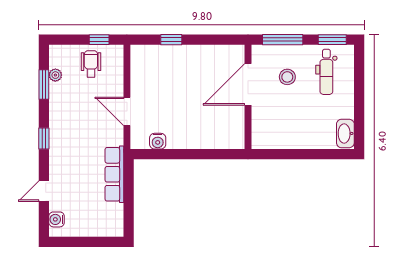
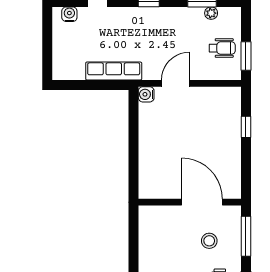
window: (99, 40) -> (246, 56), width x1.50
water cooler: (158, 141) -> (146, 94), moved

